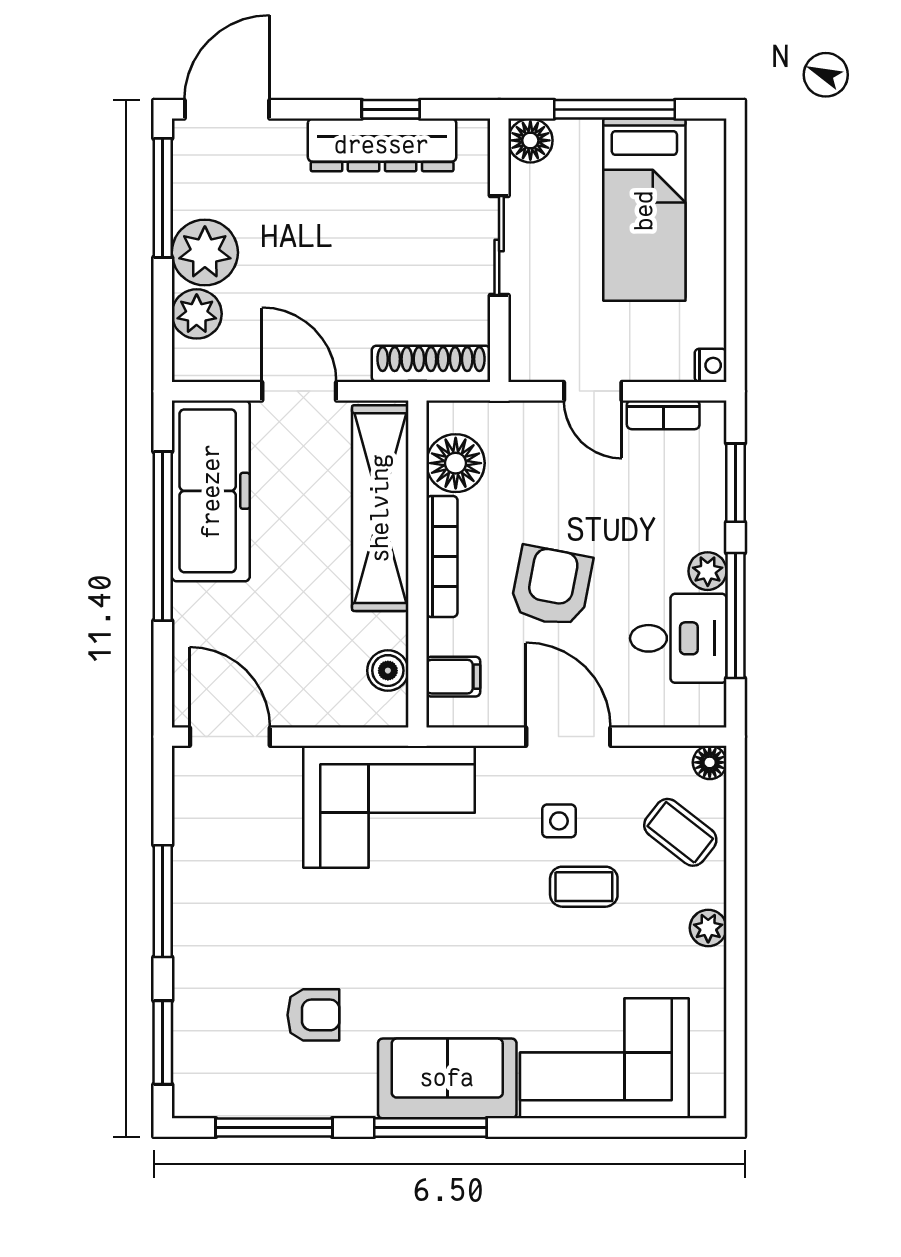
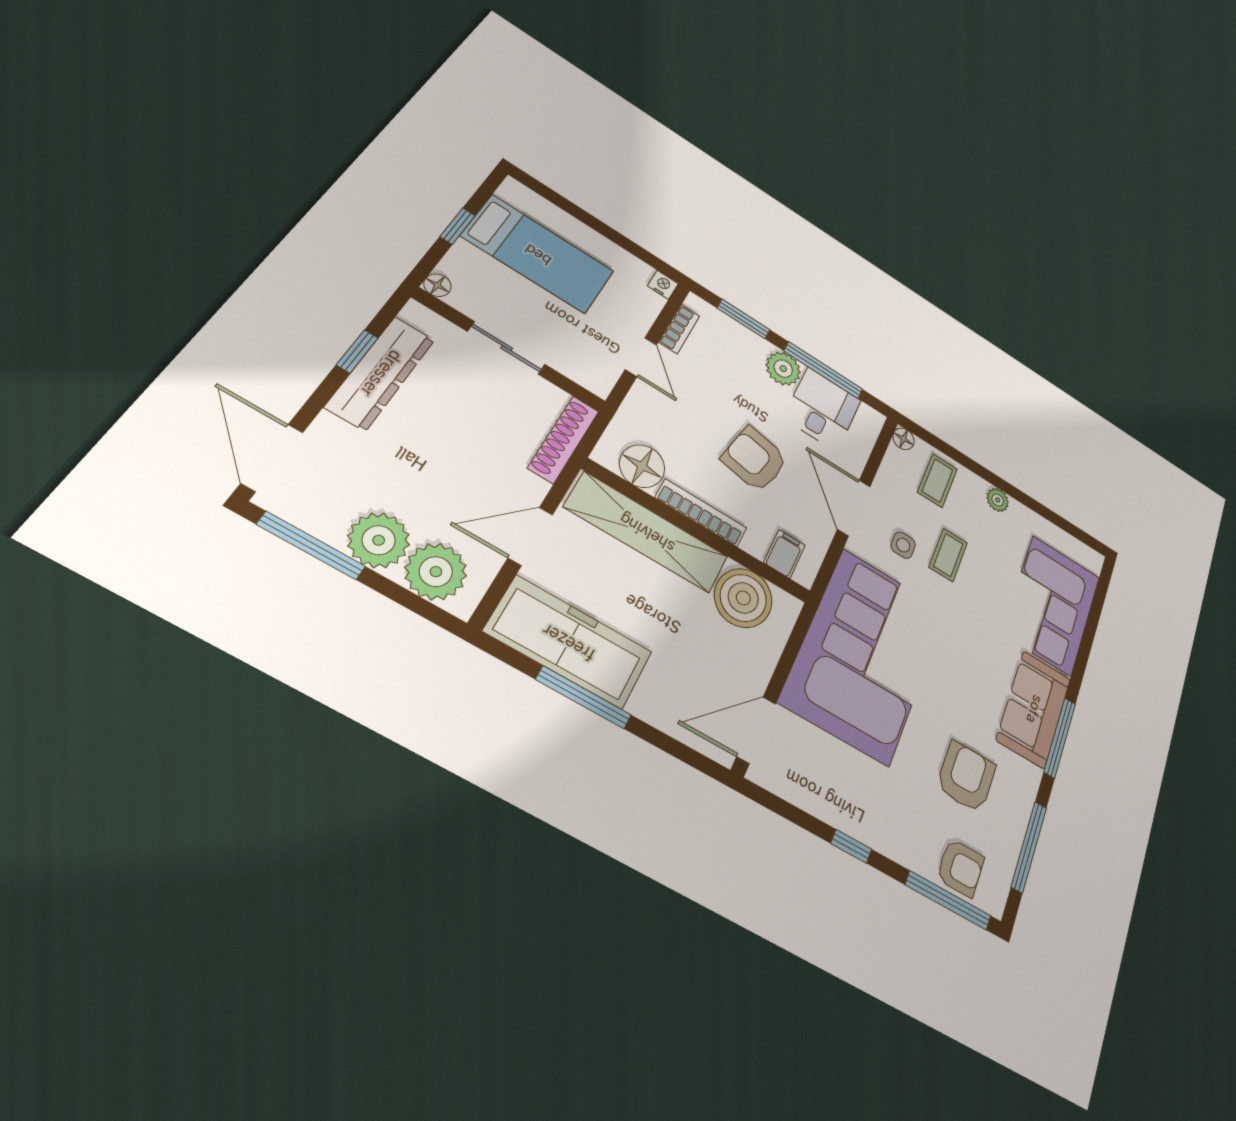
window: (614, 109) -> (458, 226), width x0.46
floor lamp: (530, 140) -> (437, 285), width x0.73, depth x0.73
plant: (197, 314) -> (436, 572), width x1.36, depth x1.36
door: (593, 391) -> (641, 357), hinge flipped
window: (163, 536) -> (584, 697), width x0.68
plant: (708, 571) -> (783, 369), width x1.38, depth x1.38
boiler: (388, 671) -> (743, 598), width x1.86, depth x1.86
door: (568, 737) -> (854, 508), hinge flipped
corner sofa: (389, 807) -> (865, 655), width x1.36, depth x1.36
coffee table: (680, 832) -> (937, 481), turned -38
window: (163, 901) -> (851, 846), width x0.46
armchair: (313, 1015) -> (966, 777), width x1.38, depth x1.38
window: (163, 1042) -> (948, 900), width x1.44
armchair: (206, 1045) -> (960, 868), added

